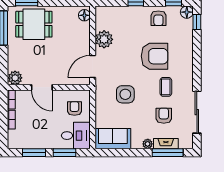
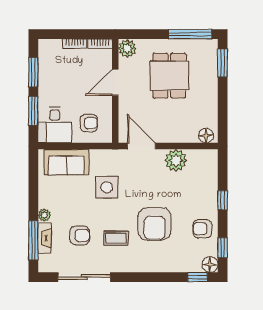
dining table: (34, 24) -> (169, 76), moved
sofa: (113, 139) -> (66, 162), moved, turned 90

